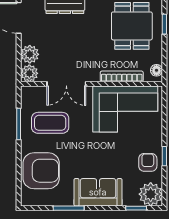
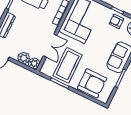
coffee table: (50, 123) -> (68, 65), width x1.36, depth x1.32
armchair: (41, 171) -> (92, 83), turned 90

